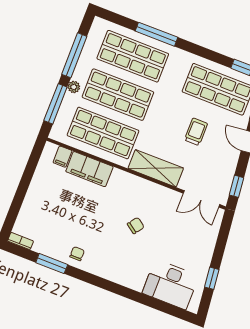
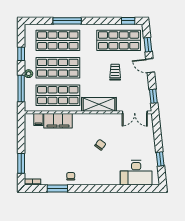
window: (74, 55) -> (21, 54), width x0.46
window: (15, 209) -> (21, 163), added

